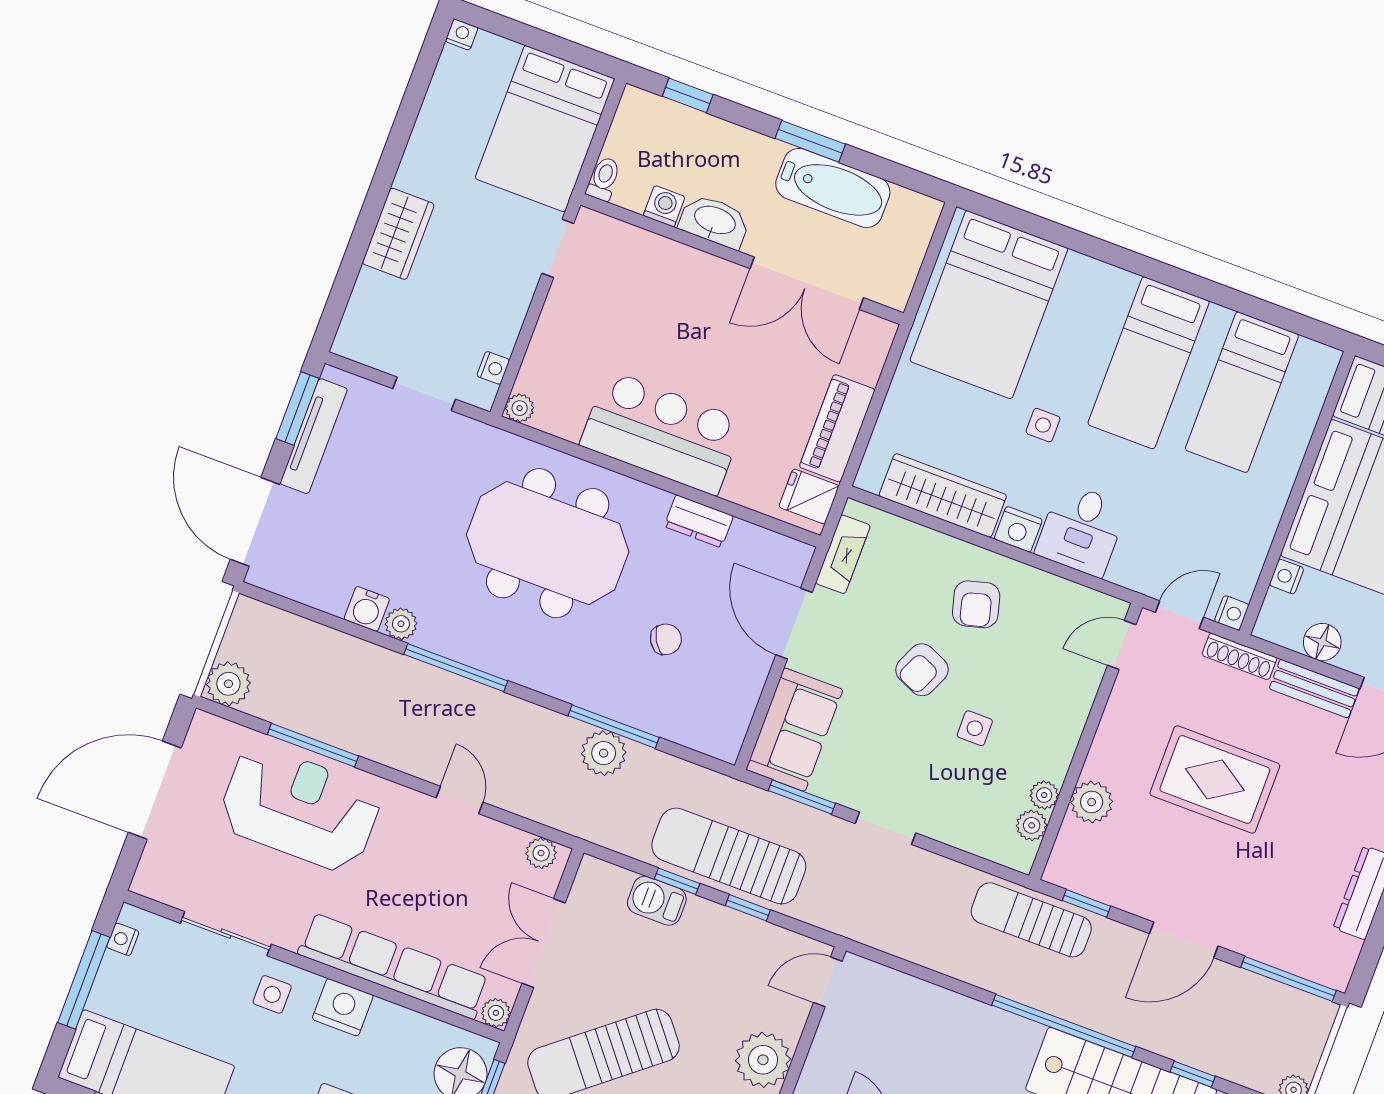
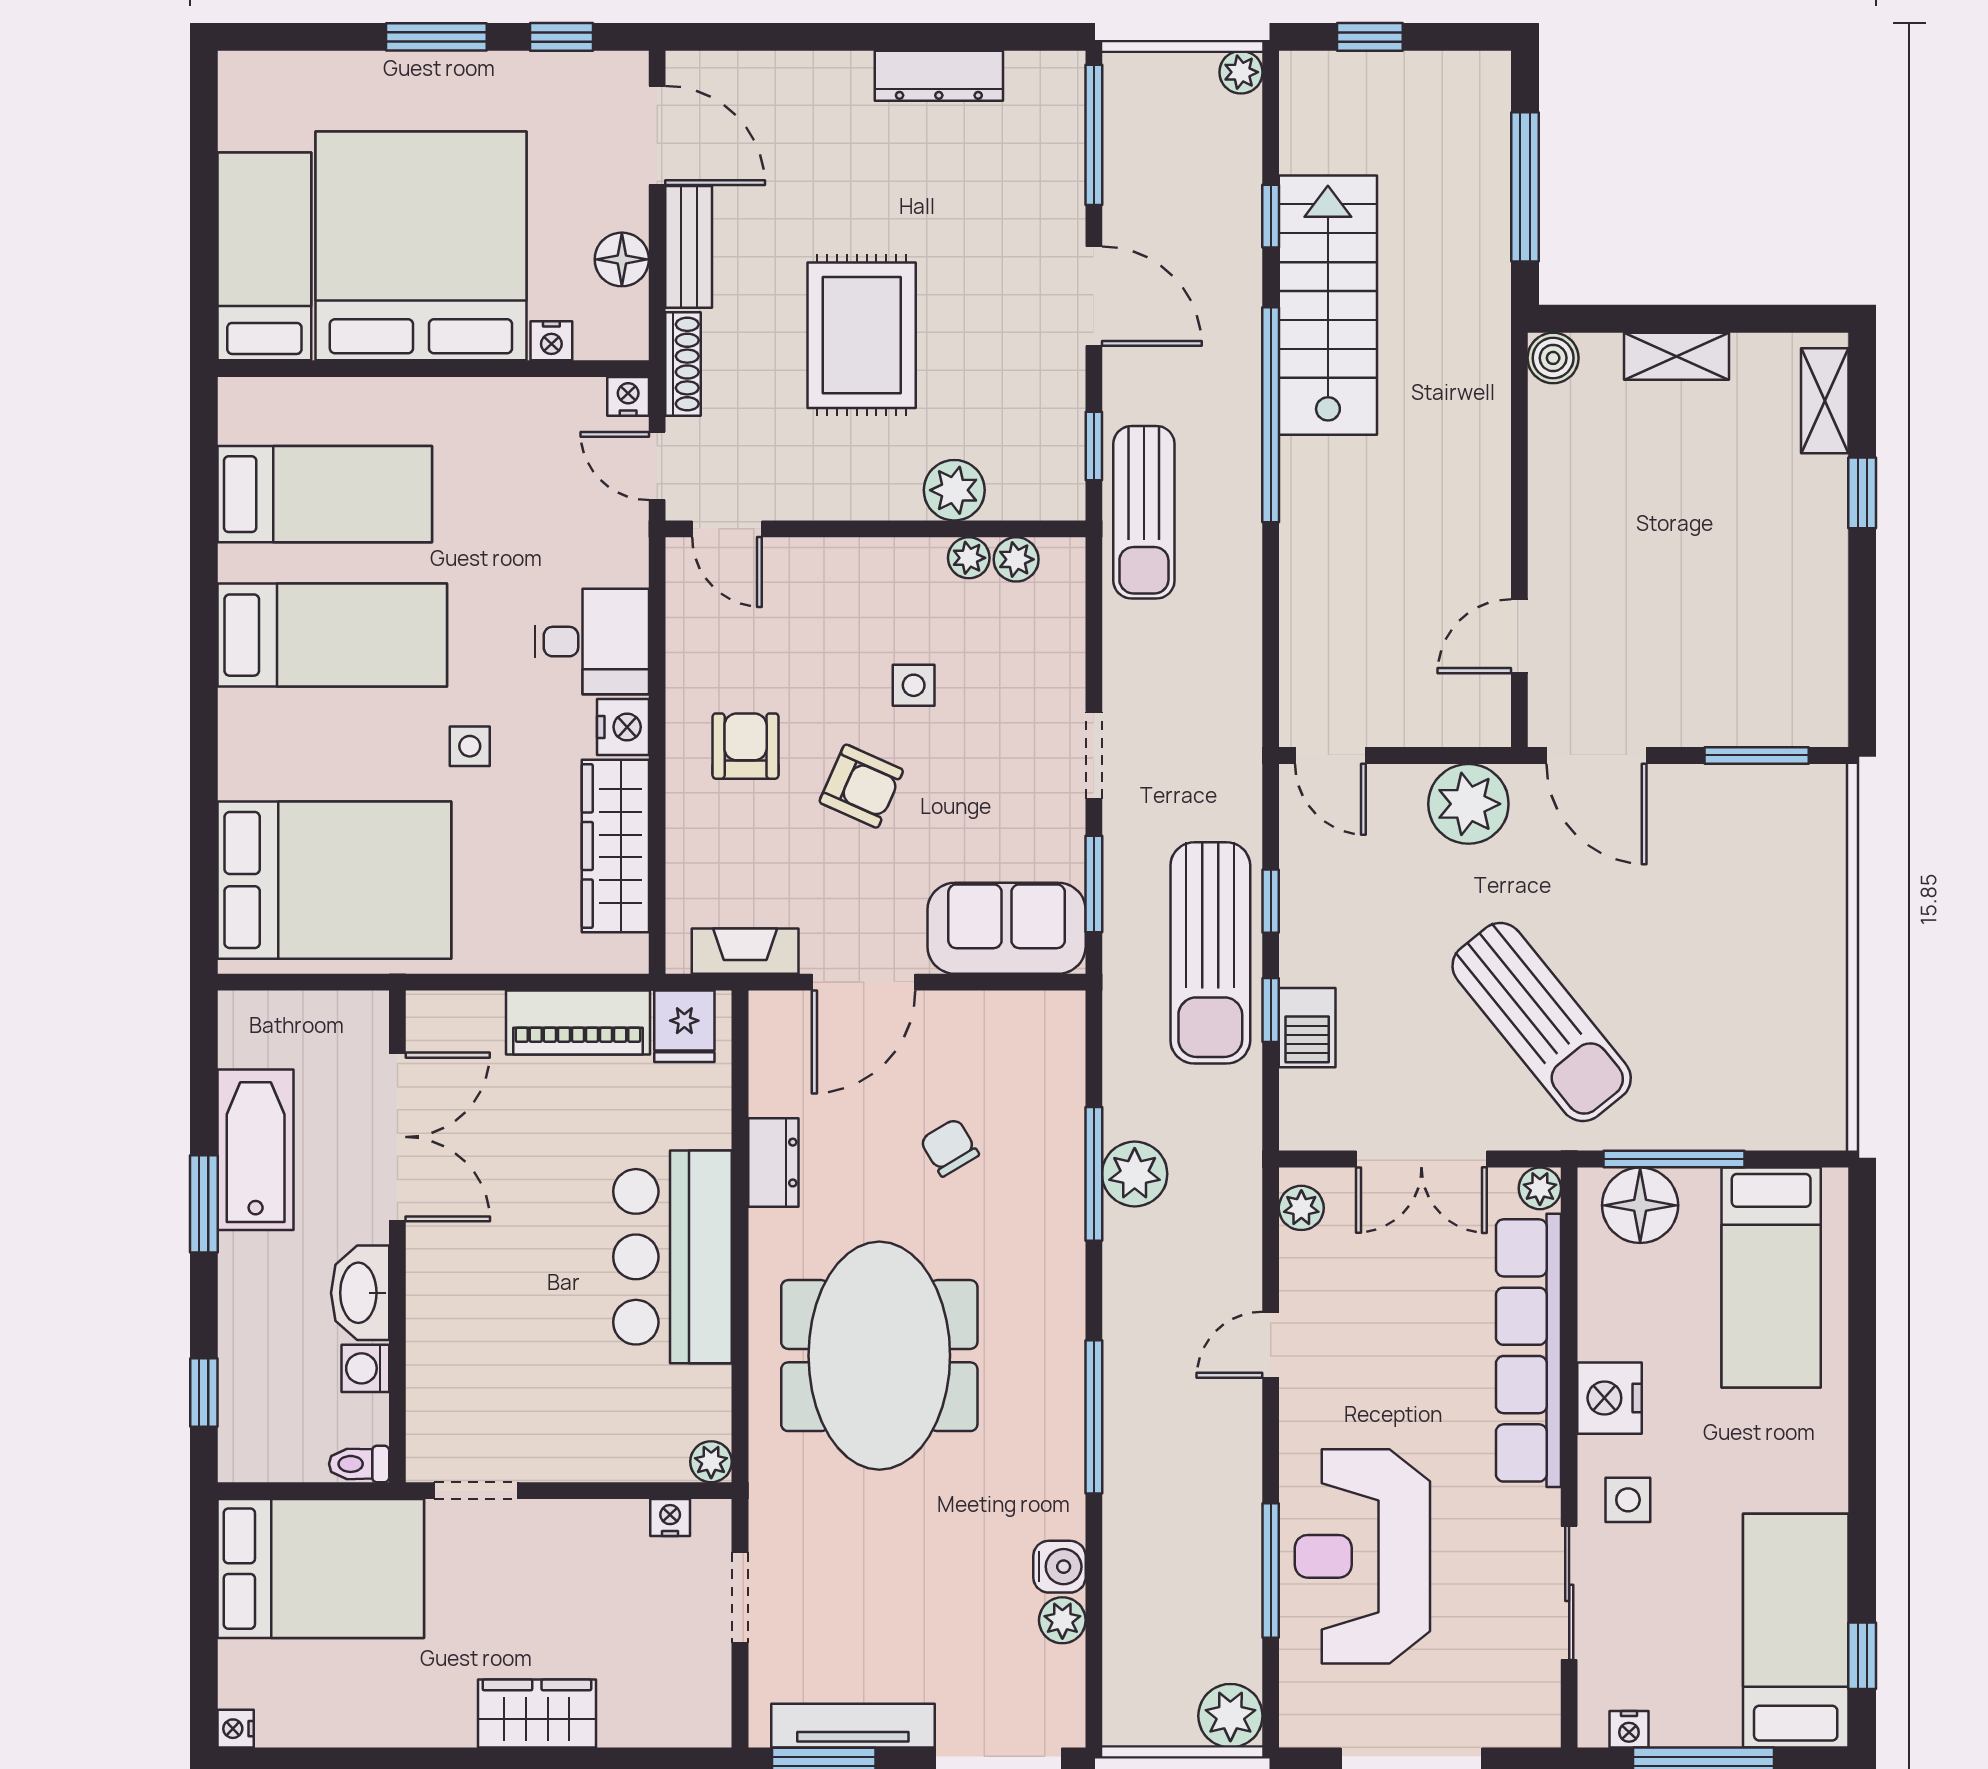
armchair: (976, 604) -> (746, 746), turned -75
plant: (401, 624) -> (1062, 1620), moved

